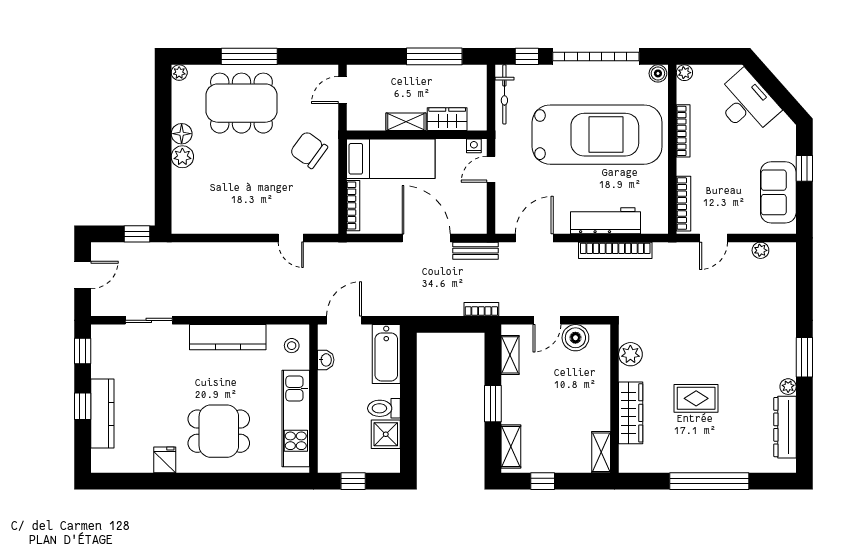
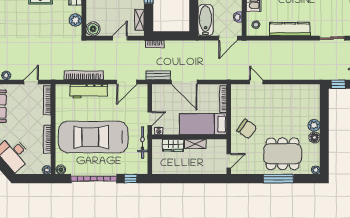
window: (434, 56) -> (180, 179), removed
bicycle: (504, 94) -> (143, 143), moved
boiler: (575, 338) -> (93, 29), moved

